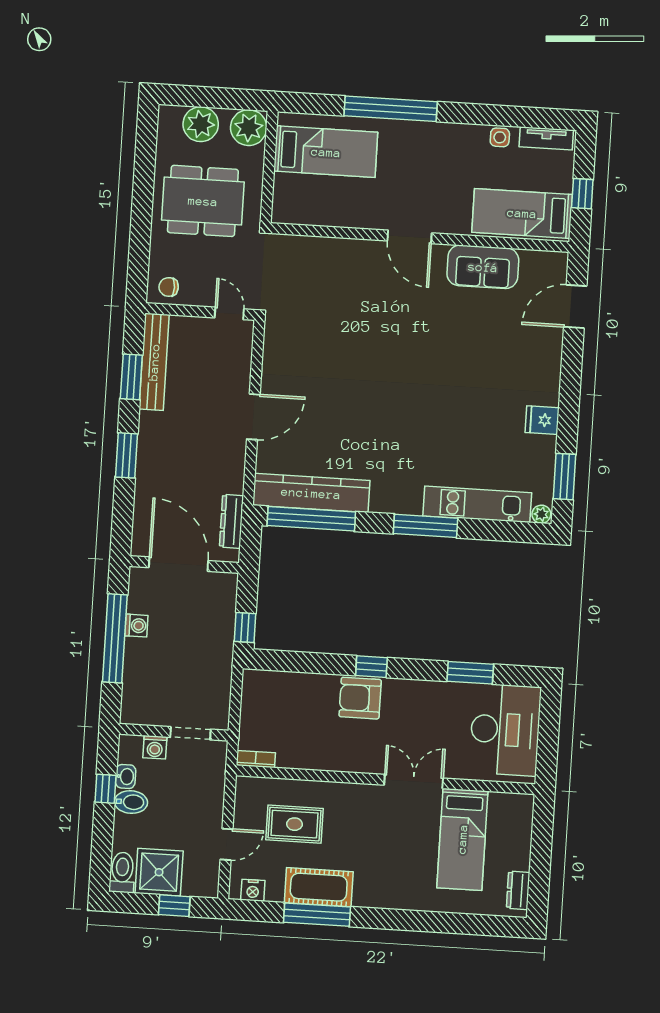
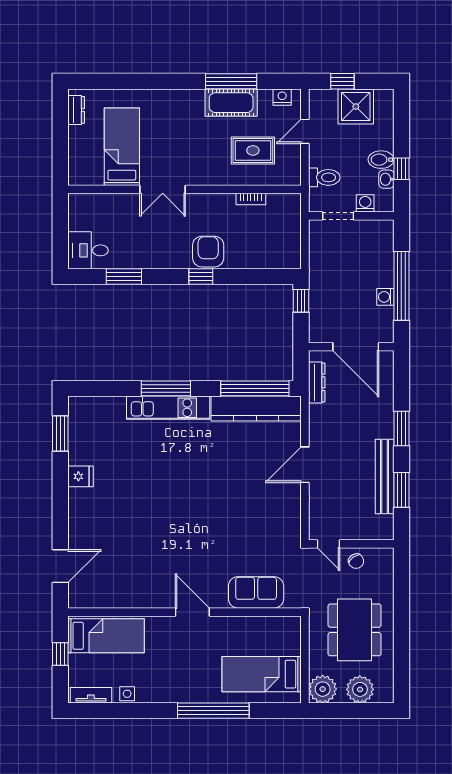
dining table: (203, 201) -> (355, 630), turned 90
sofa: (483, 267) -> (256, 592), moved
chair: (169, 287) -> (356, 561), moved, turned 55
bench: (154, 362) -> (385, 477), moved
kitchen unit: (477, 504) -> (168, 408), moved
plant: (541, 514) -> (76, 403), removed
armchair: (360, 698) -> (208, 252), turned -90
desk: (505, 730) -> (88, 250), width x0.53, depth x0.77
bookcase: (256, 759) -> (251, 199), moved
toilet: (122, 872) -> (324, 177), moved, turned -90

